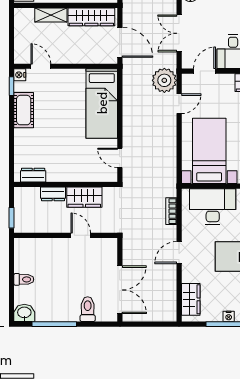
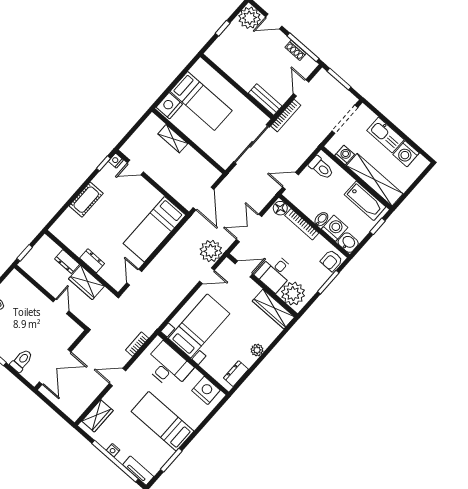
wardrobe: (91, 17) -> (199, 164), removed
door: (41, 66) -> (135, 167), swing flipped
cot: (24, 110) -> (86, 200), moved
dresser: (33, 175) -> (92, 261), moved

